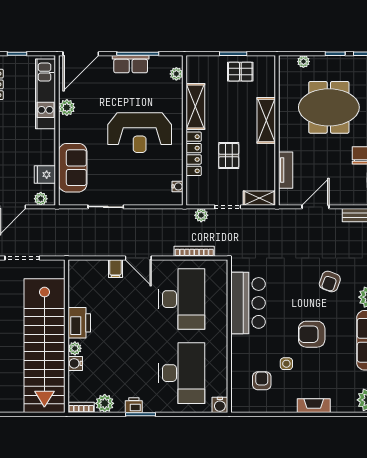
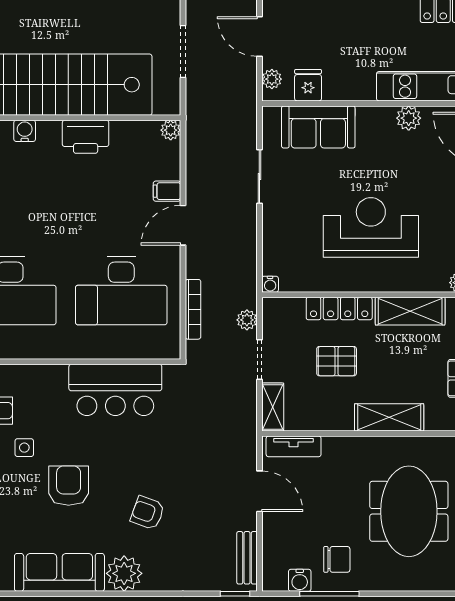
reception desk: (140, 133) -> (371, 227), turned 90
tv unit: (286, 170) -> (294, 446), moved
water cooler: (177, 186) -> (270, 284), moved
plant: (75, 348) -> (171, 130), moved

